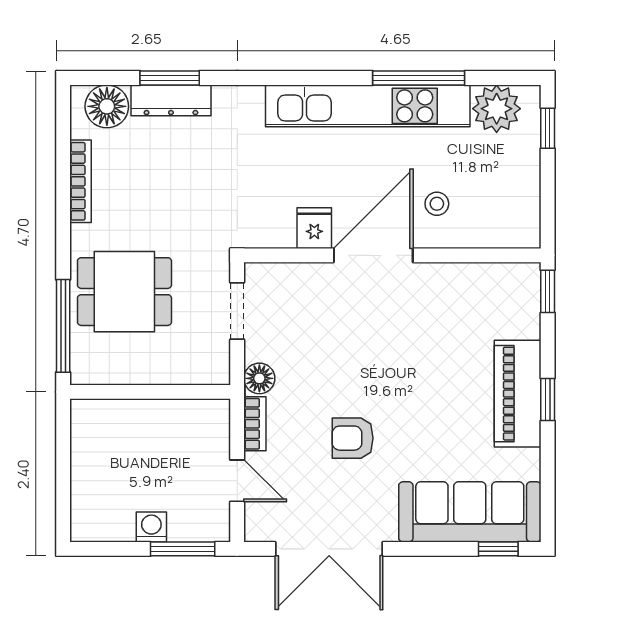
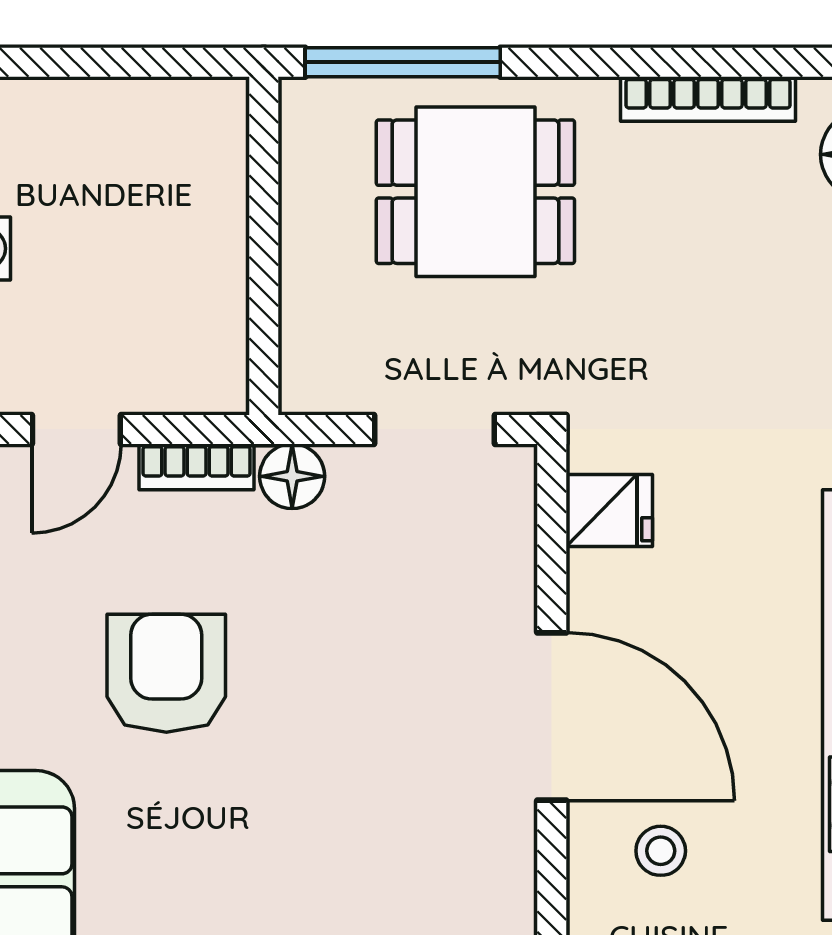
fridge: (314, 228) -> (609, 510), moved
dining table: (124, 292) -> (475, 192), turned 90
armchair: (353, 438) -> (166, 673), width x1.38, depth x1.38

